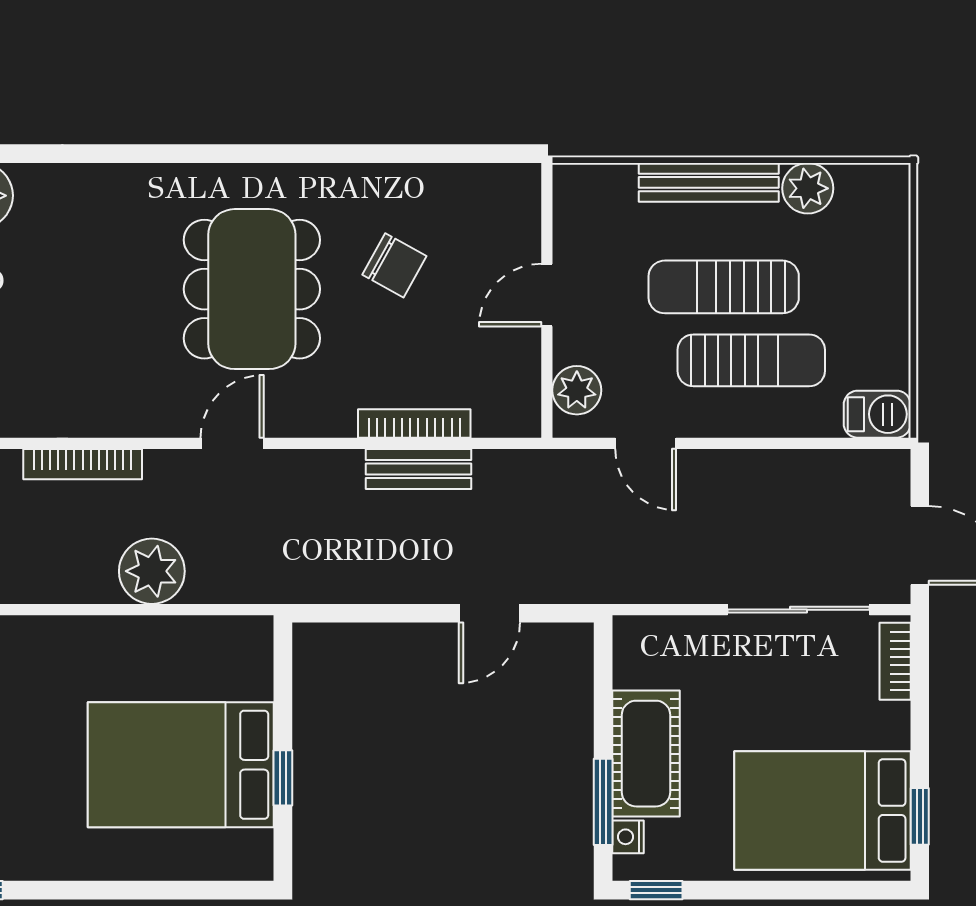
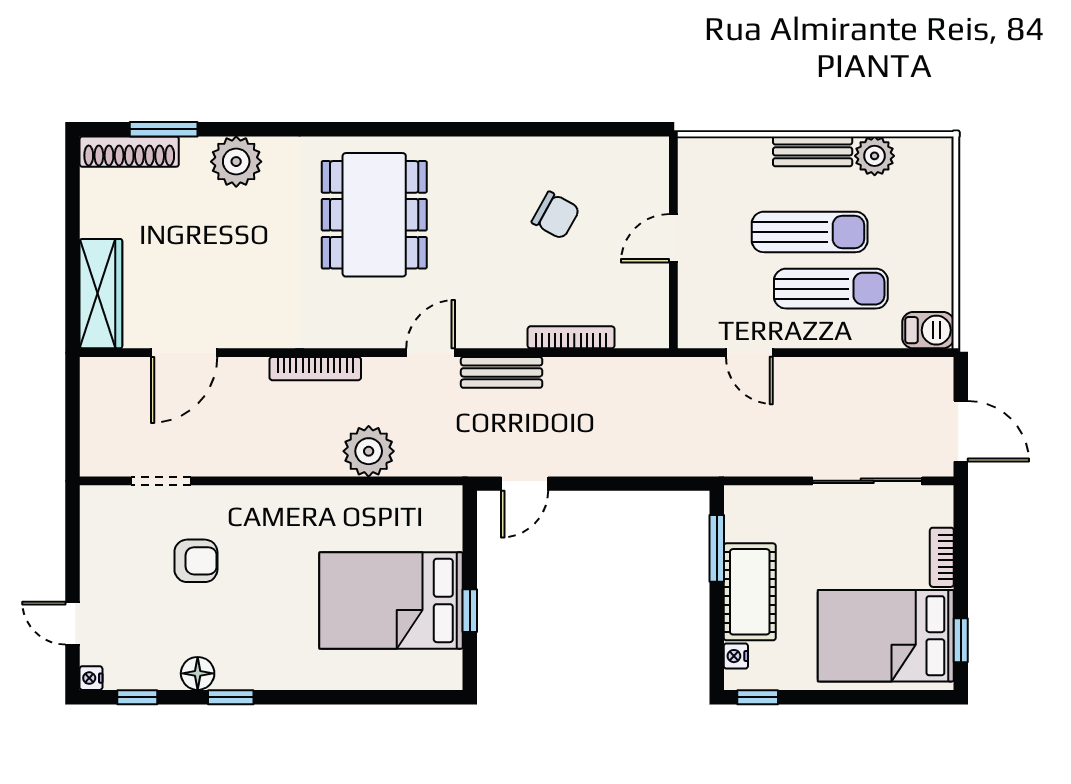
bench: (709, 182) -> (813, 151), width x0.73
sun lounger: (724, 287) -> (810, 232), turned 180
dining table: (252, 289) -> (374, 215), moved
plant: (577, 390) -> (696, 312), removed
bench: (419, 469) -> (502, 372), moved
door: (489, 613) -> (525, 484), moved
bookcase: (895, 661) -> (942, 557), moved
window: (603, 802) -> (717, 548), moved

